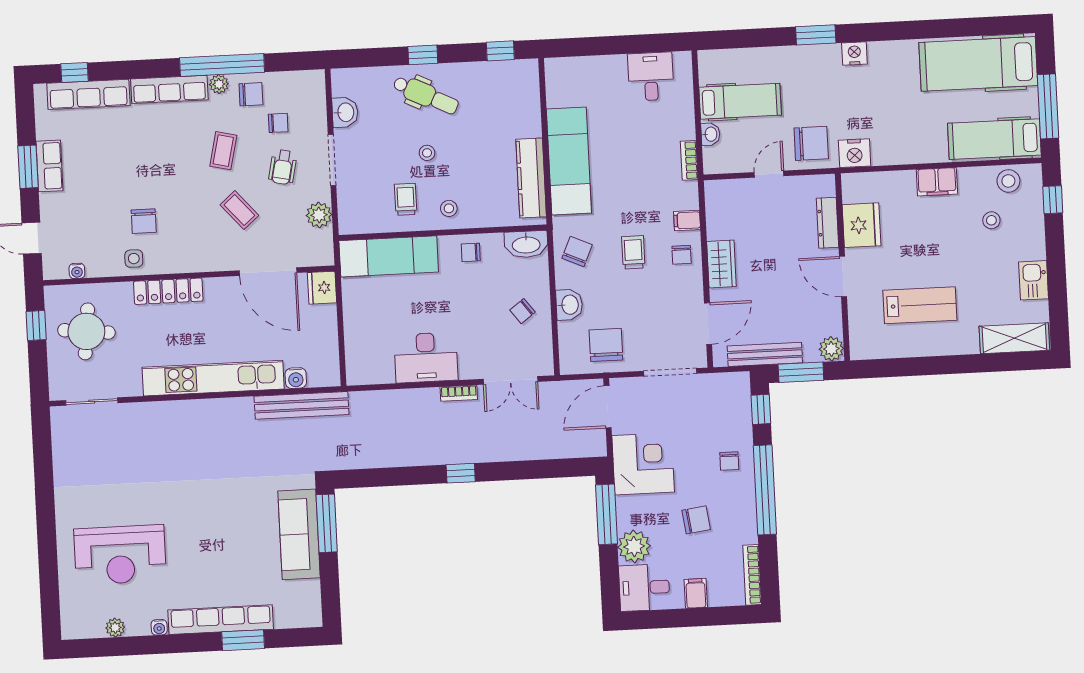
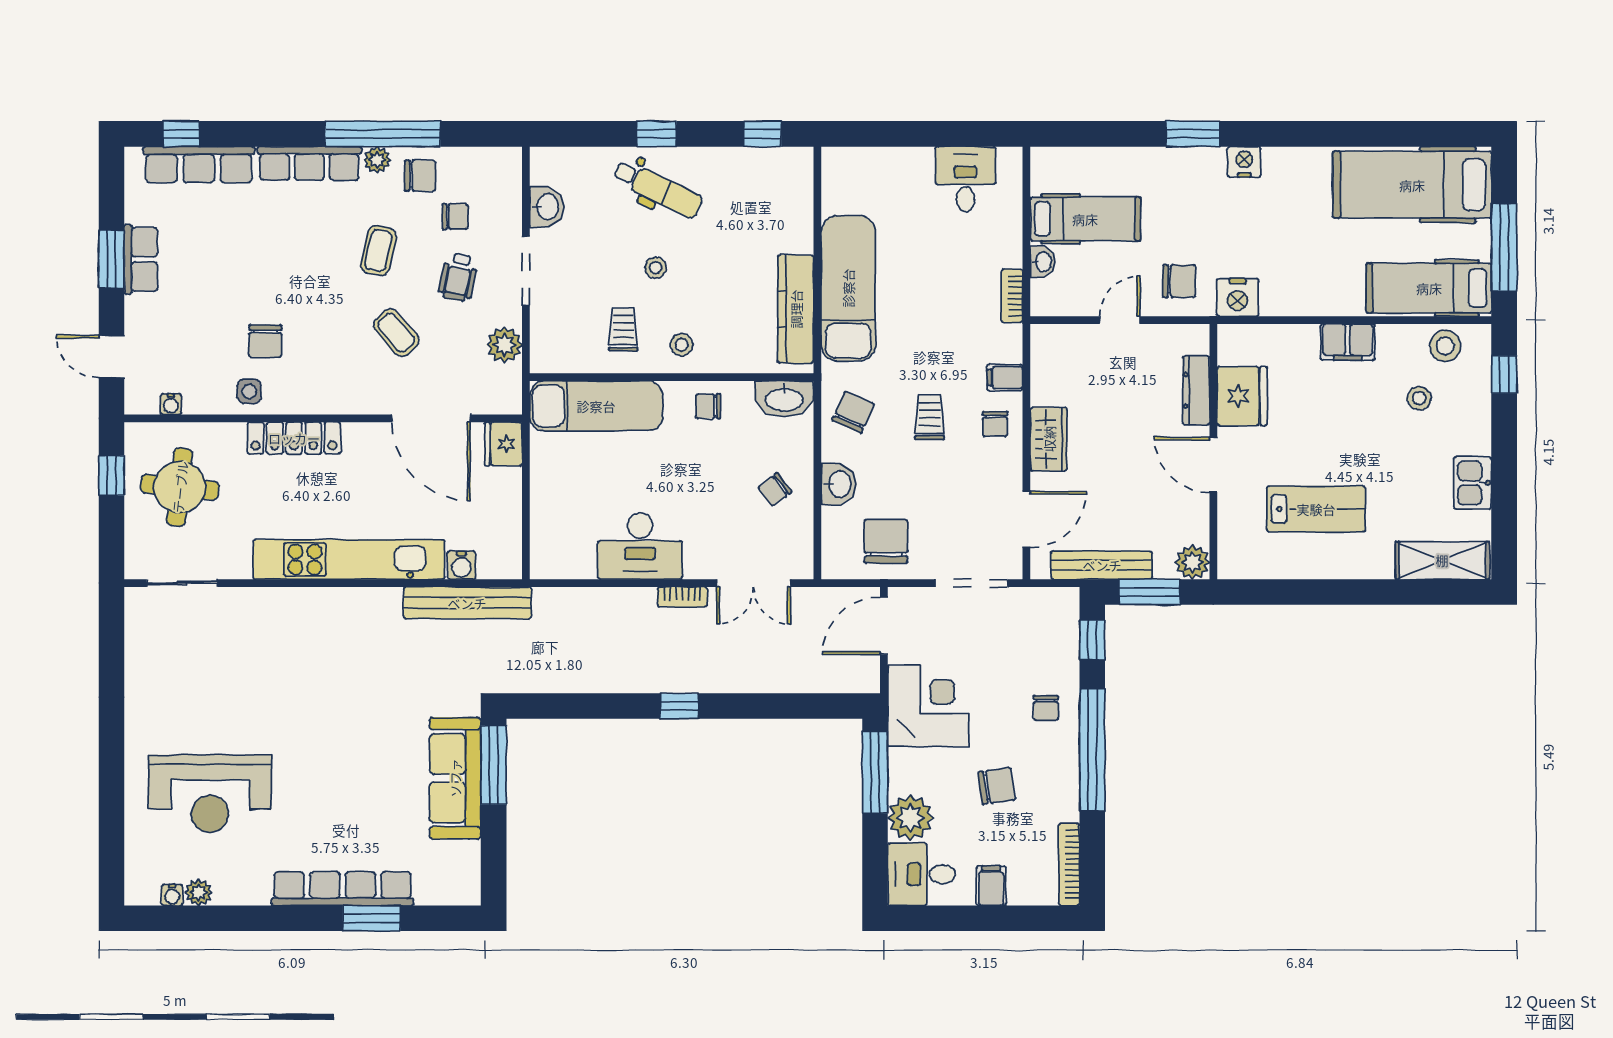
chair: (811, 143) -> (1179, 281), width x0.73, depth x0.73
water cooler: (159, 627) -> (172, 895), moved

